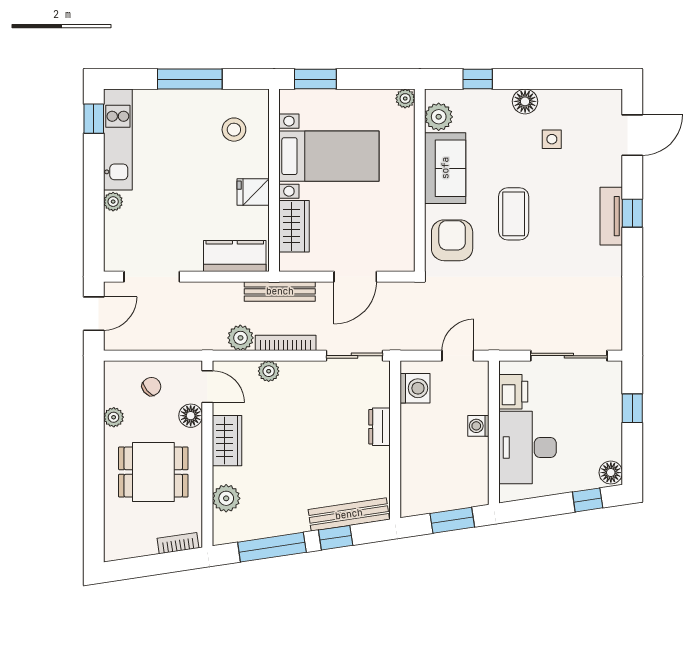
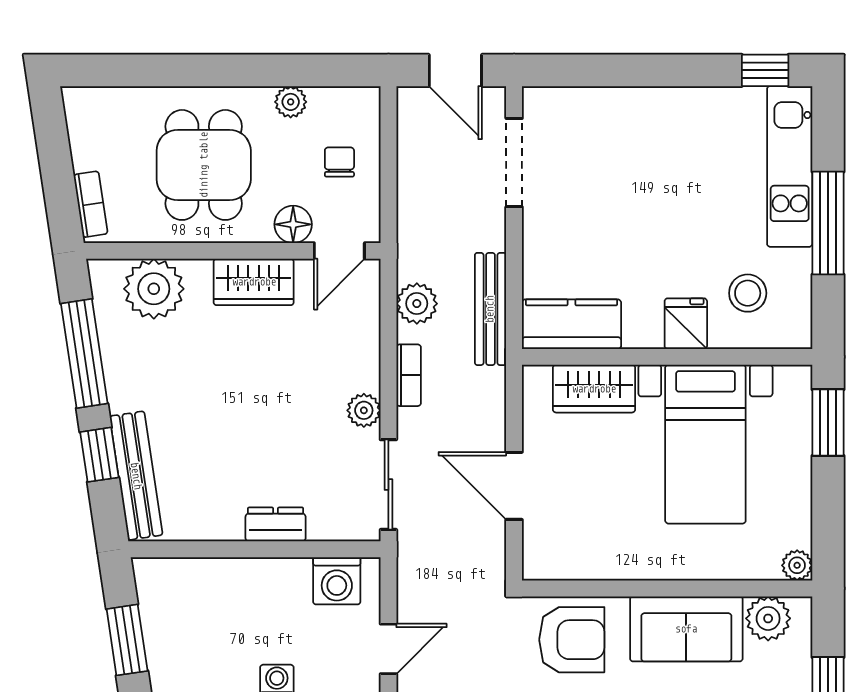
kitchen unit: (118, 139) -> (790, 166), moved, turned 90
fridge: (253, 192) -> (686, 324), moved
plant: (113, 202) -> (633, 101), removed
kitchen counter: (235, 256) -> (572, 324), moved, turned -90
bench: (280, 291) -> (490, 309), moved
bookcase: (286, 343) -> (409, 375), width x0.64
door: (458, 356) -> (388, 649), hinge flipped
plant: (269, 371) -> (364, 410), moved
chair: (151, 387) -> (339, 162), turned -140
plant: (226, 498) -> (154, 289), width x1.36, depth x1.36

